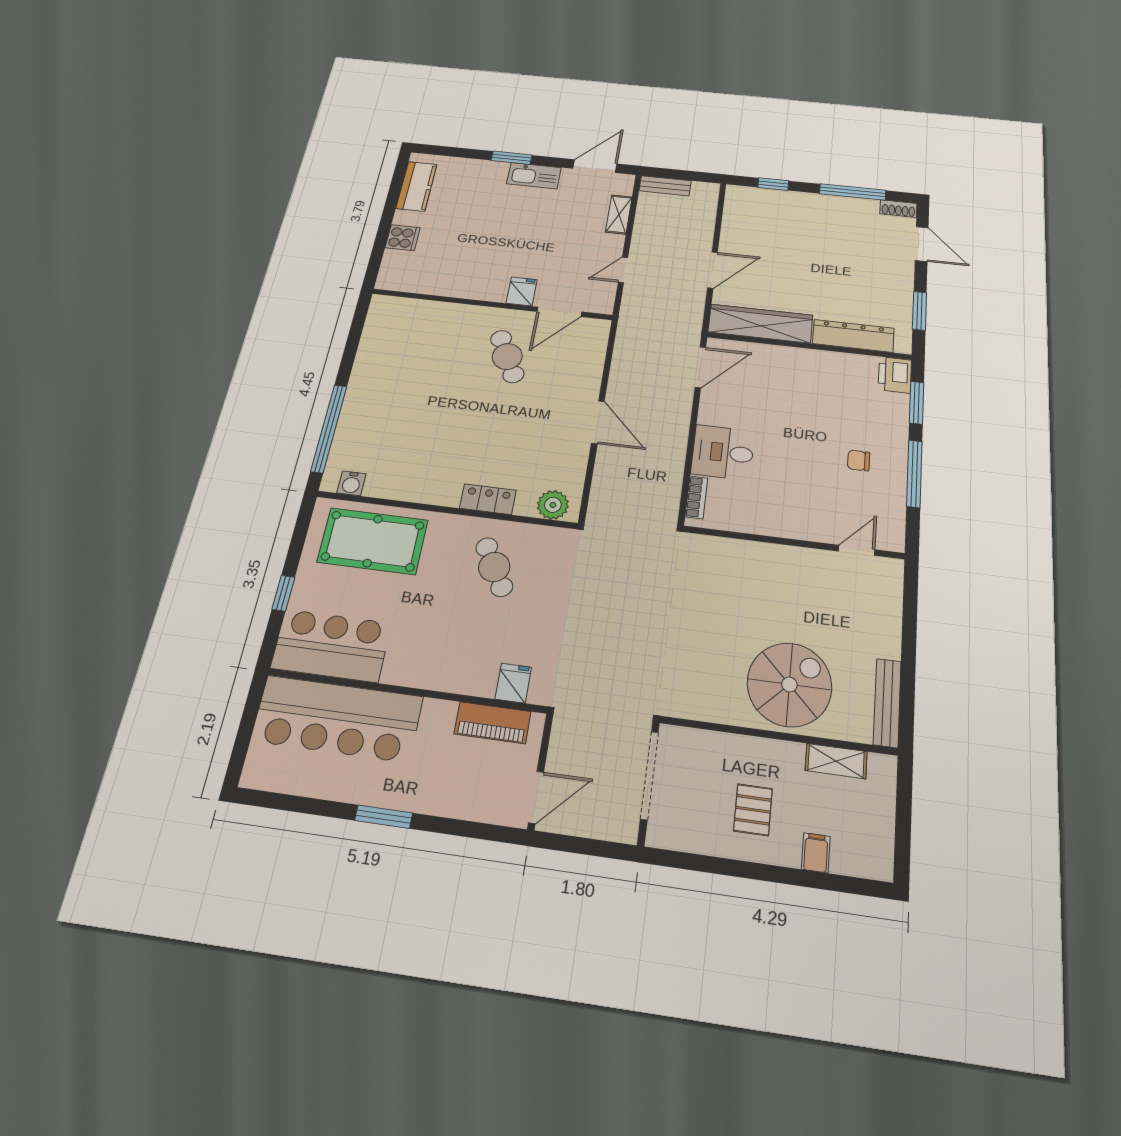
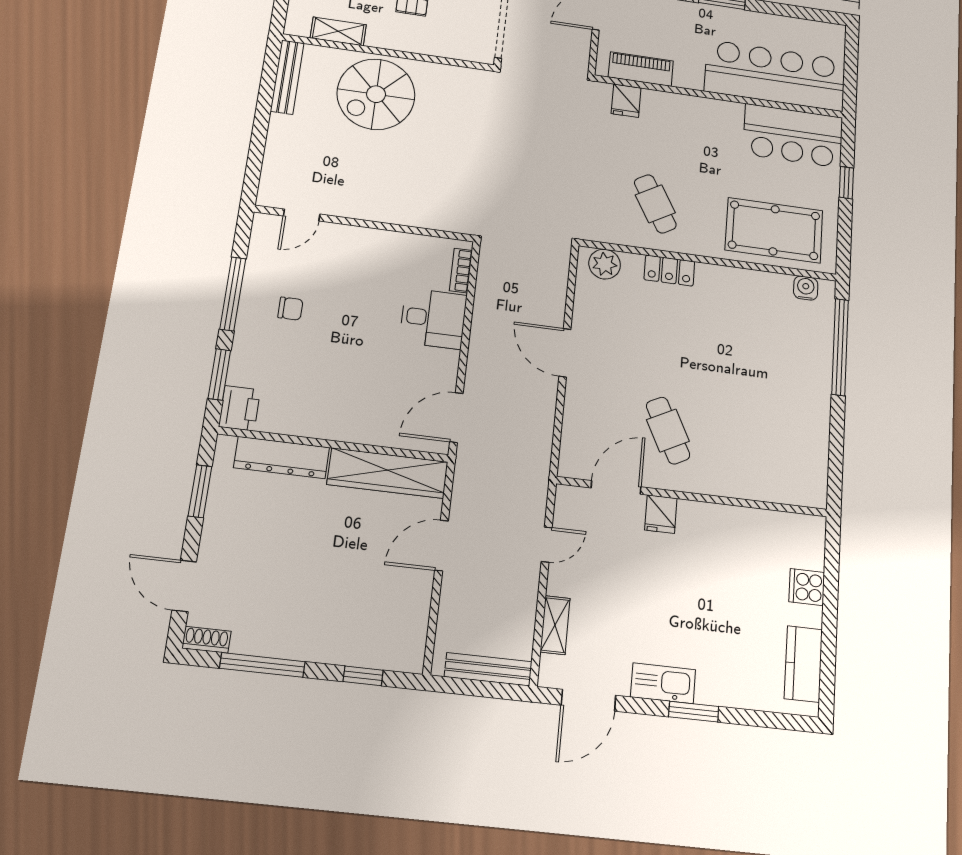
bench: (665, 186) -> (488, 669), width x1.36

